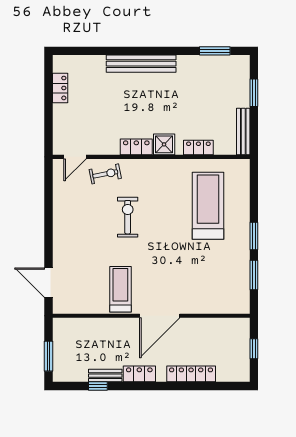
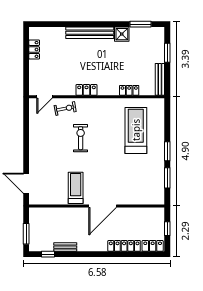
shower: (164, 144) -> (122, 34), moved
locker: (139, 374) -> (153, 246), moved
window: (98, 386) -> (48, 254), moved

